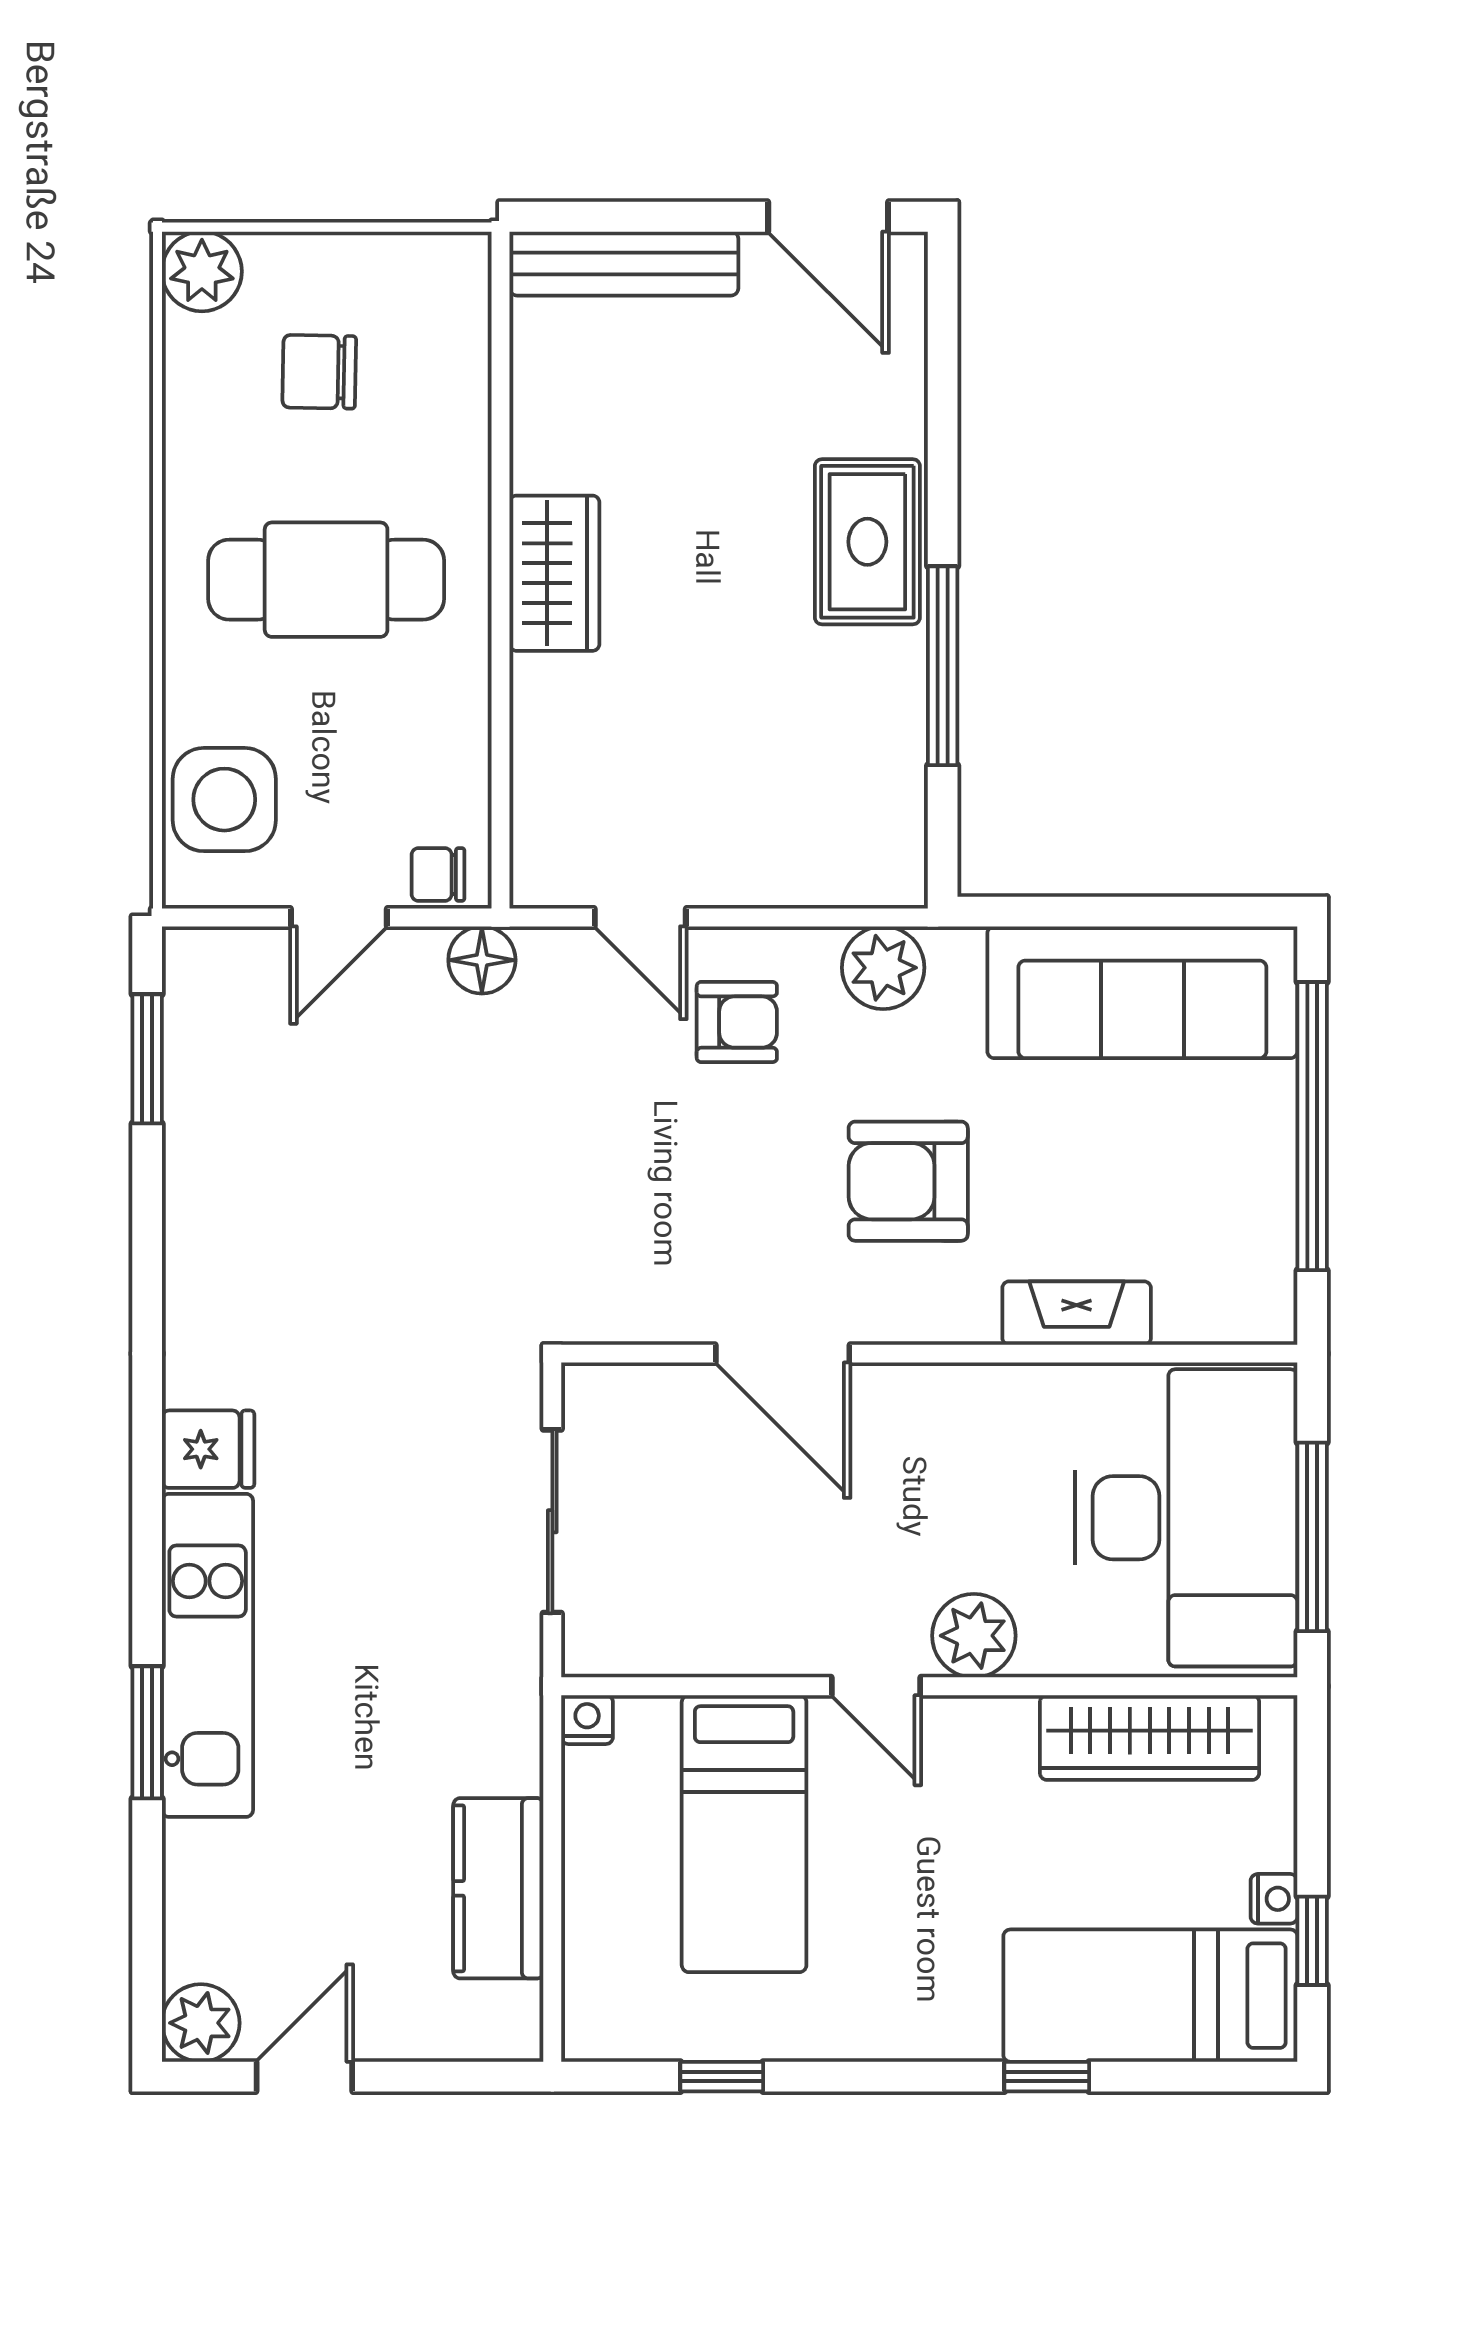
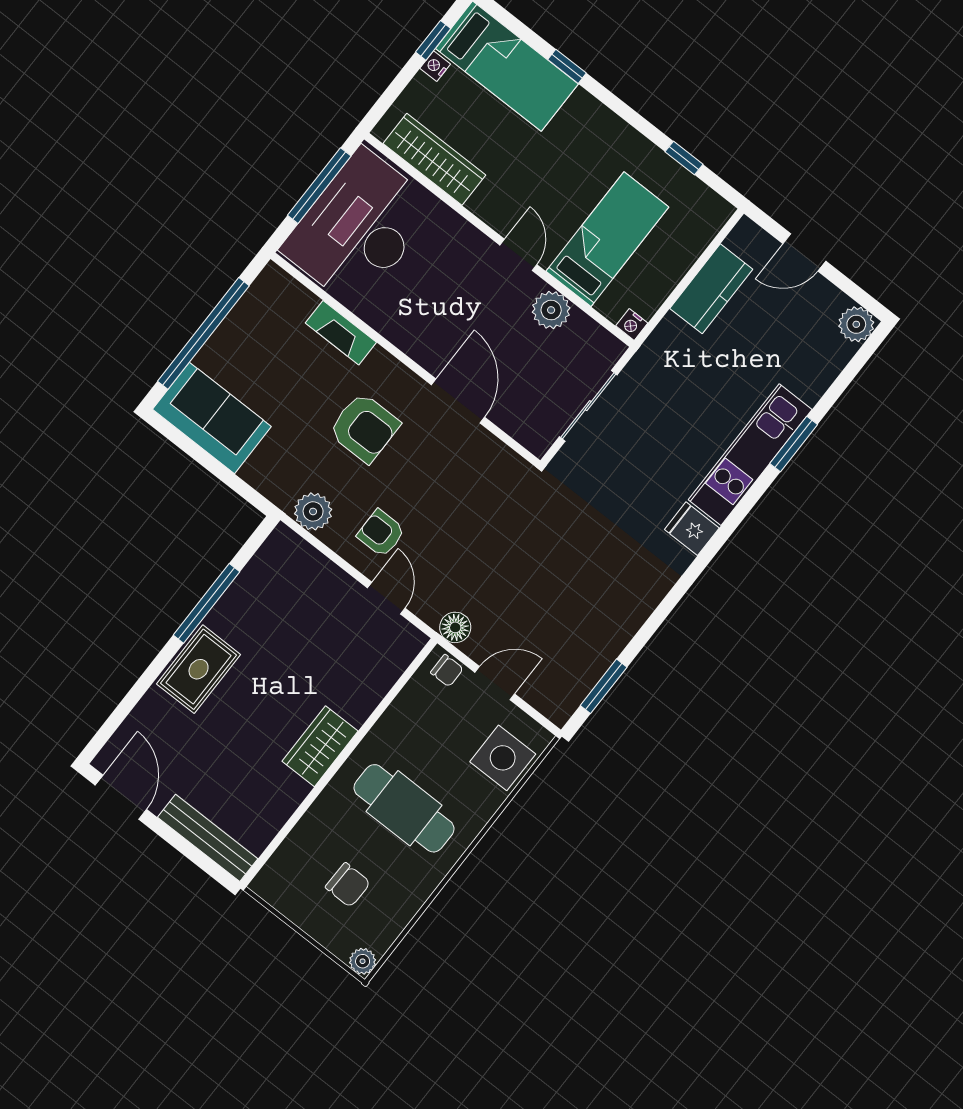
plant: (202, 271) -> (363, 961), width x0.73, depth x0.73
sofa: (1142, 992) -> (212, 418), width x0.73
plant: (974, 1636) -> (551, 310), moved
door: (304, 2077) -> (804, 252), moved

